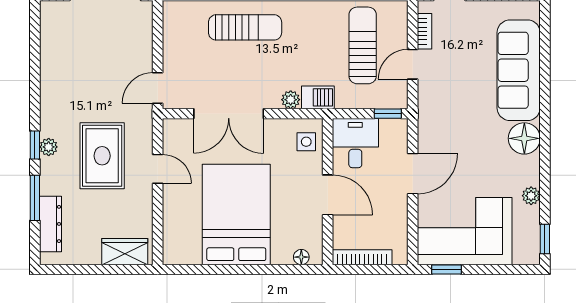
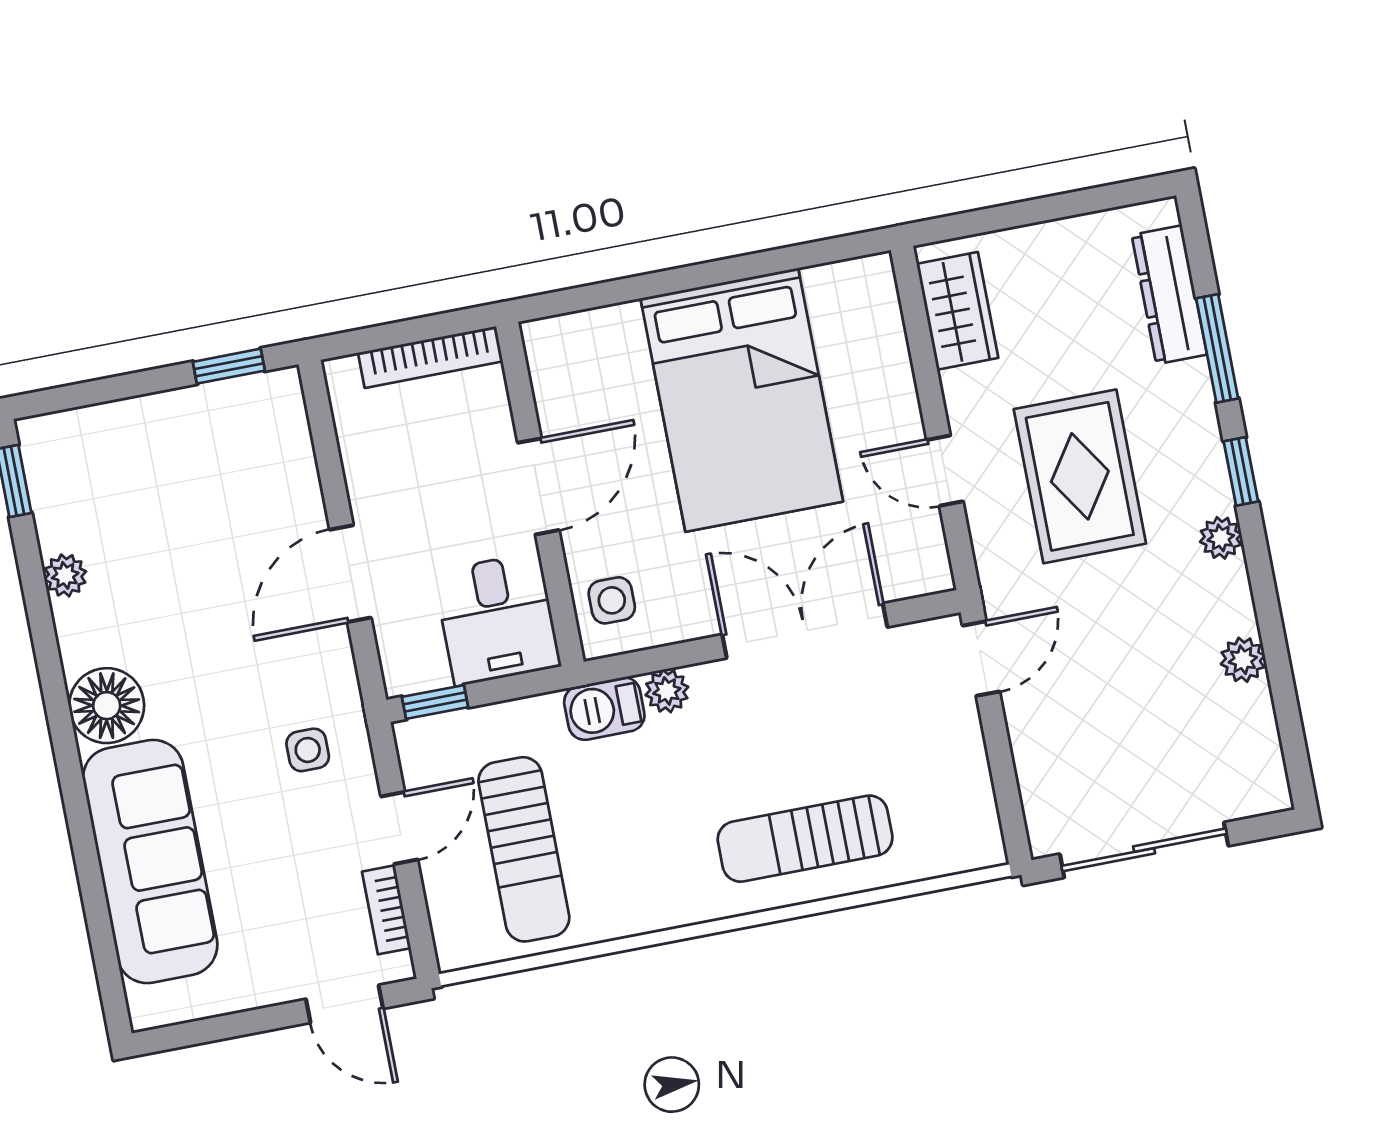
plant: (49, 67) -> (1243, 660), added
side table: (444, 104) -> (308, 750), added
plant: (49, 147) -> (1221, 538), moved
door: (328, 195) -> (538, 486), swing flipped
corner sofa: (465, 231) -> (204, 464), removed
wardrobe: (125, 252) -> (957, 311), moved, turned -90
floor lamp: (301, 257) -> (572, 330), removed

